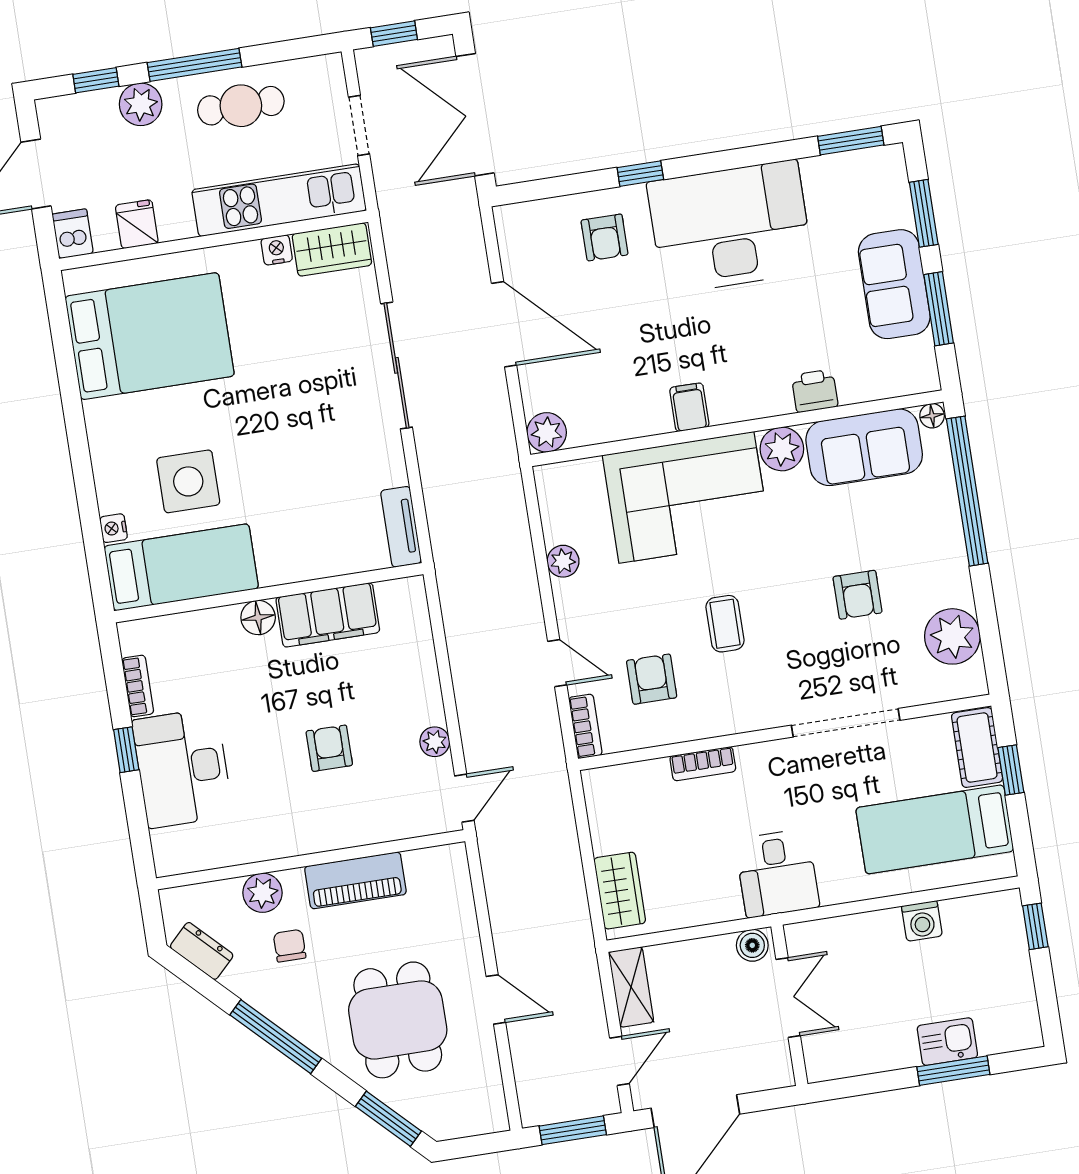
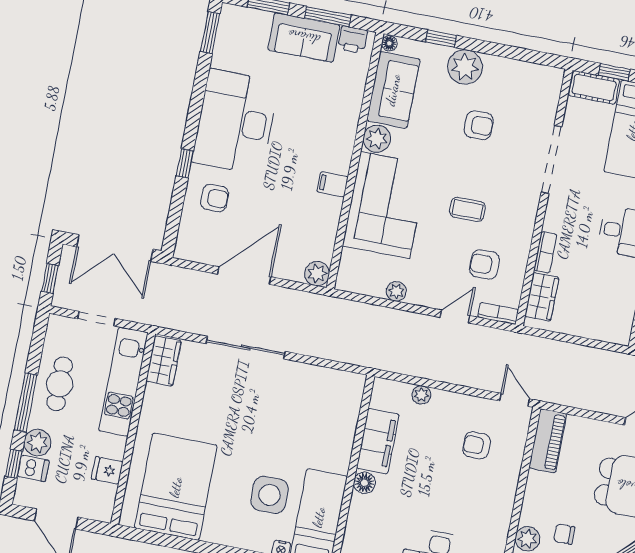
dishwasher: (73, 234) -> (33, 468), moved, turned 180
nightstand: (277, 250) -> (152, 394), removed
printer: (815, 391) -> (353, 40), moved, turned -90
window: (967, 491) -> (441, 39), width x0.32
tv unit: (401, 527) -> (342, 379), removed
plant: (952, 636) -> (465, 67), moved
plant: (435, 742) -> (421, 395), moved
armchair: (329, 748) -> (477, 445), moved
piano: (355, 880) -> (548, 441), moved
wardrobe: (620, 891) -> (542, 297), moved, turned 90

